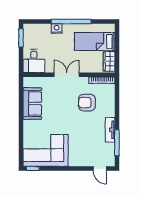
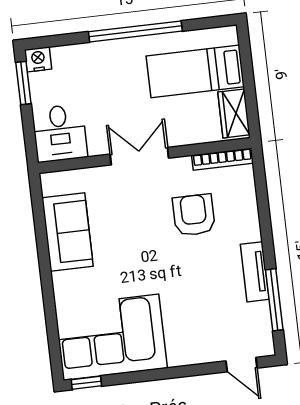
nightstand: (57, 29) -> (38, 59), moved
armchair: (87, 103) -> (194, 215), turned 90

